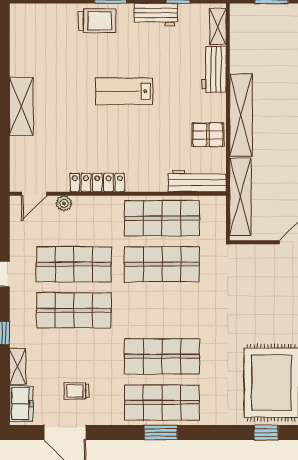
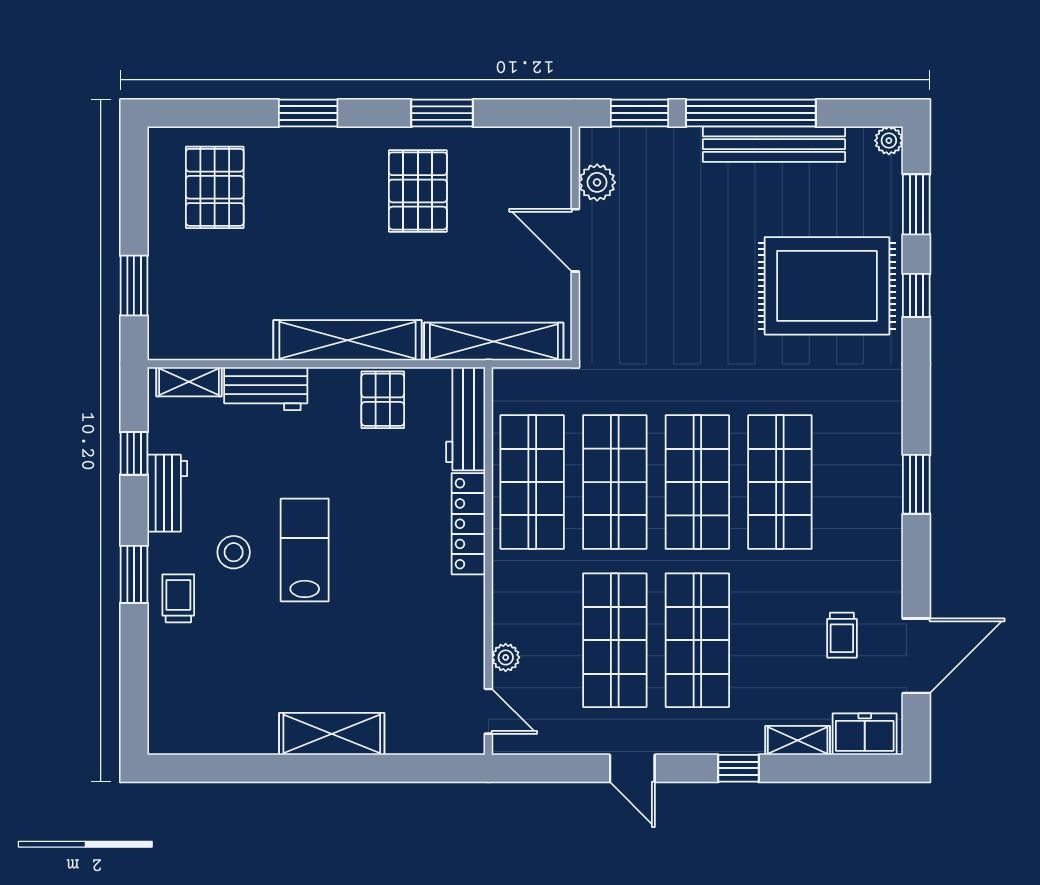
trolley: (97, 21) -> (178, 598), width x0.73, depth x0.72
stool: (123, 52) -> (234, 552), added
lab bench: (124, 91) -> (305, 550), turned 180
locker: (97, 182) -> (468, 524), moved
shop shelf: (162, 402) -> (697, 482), moved

